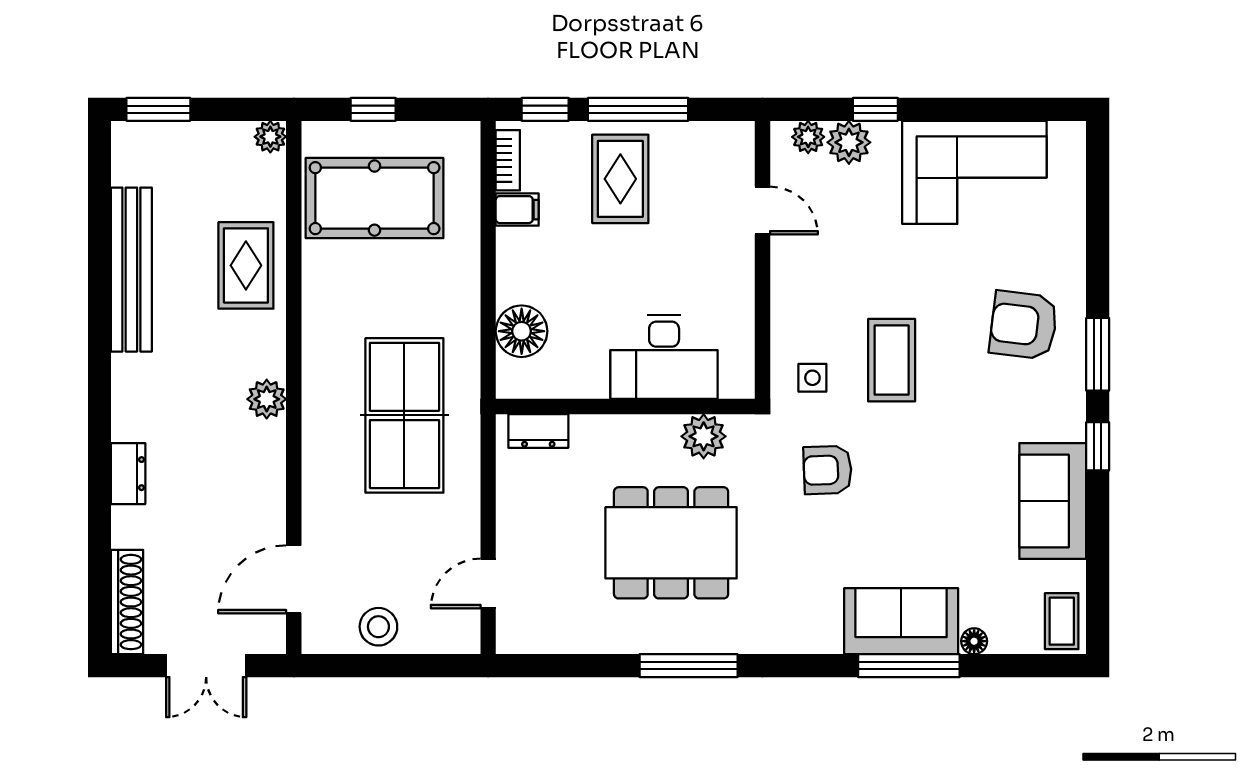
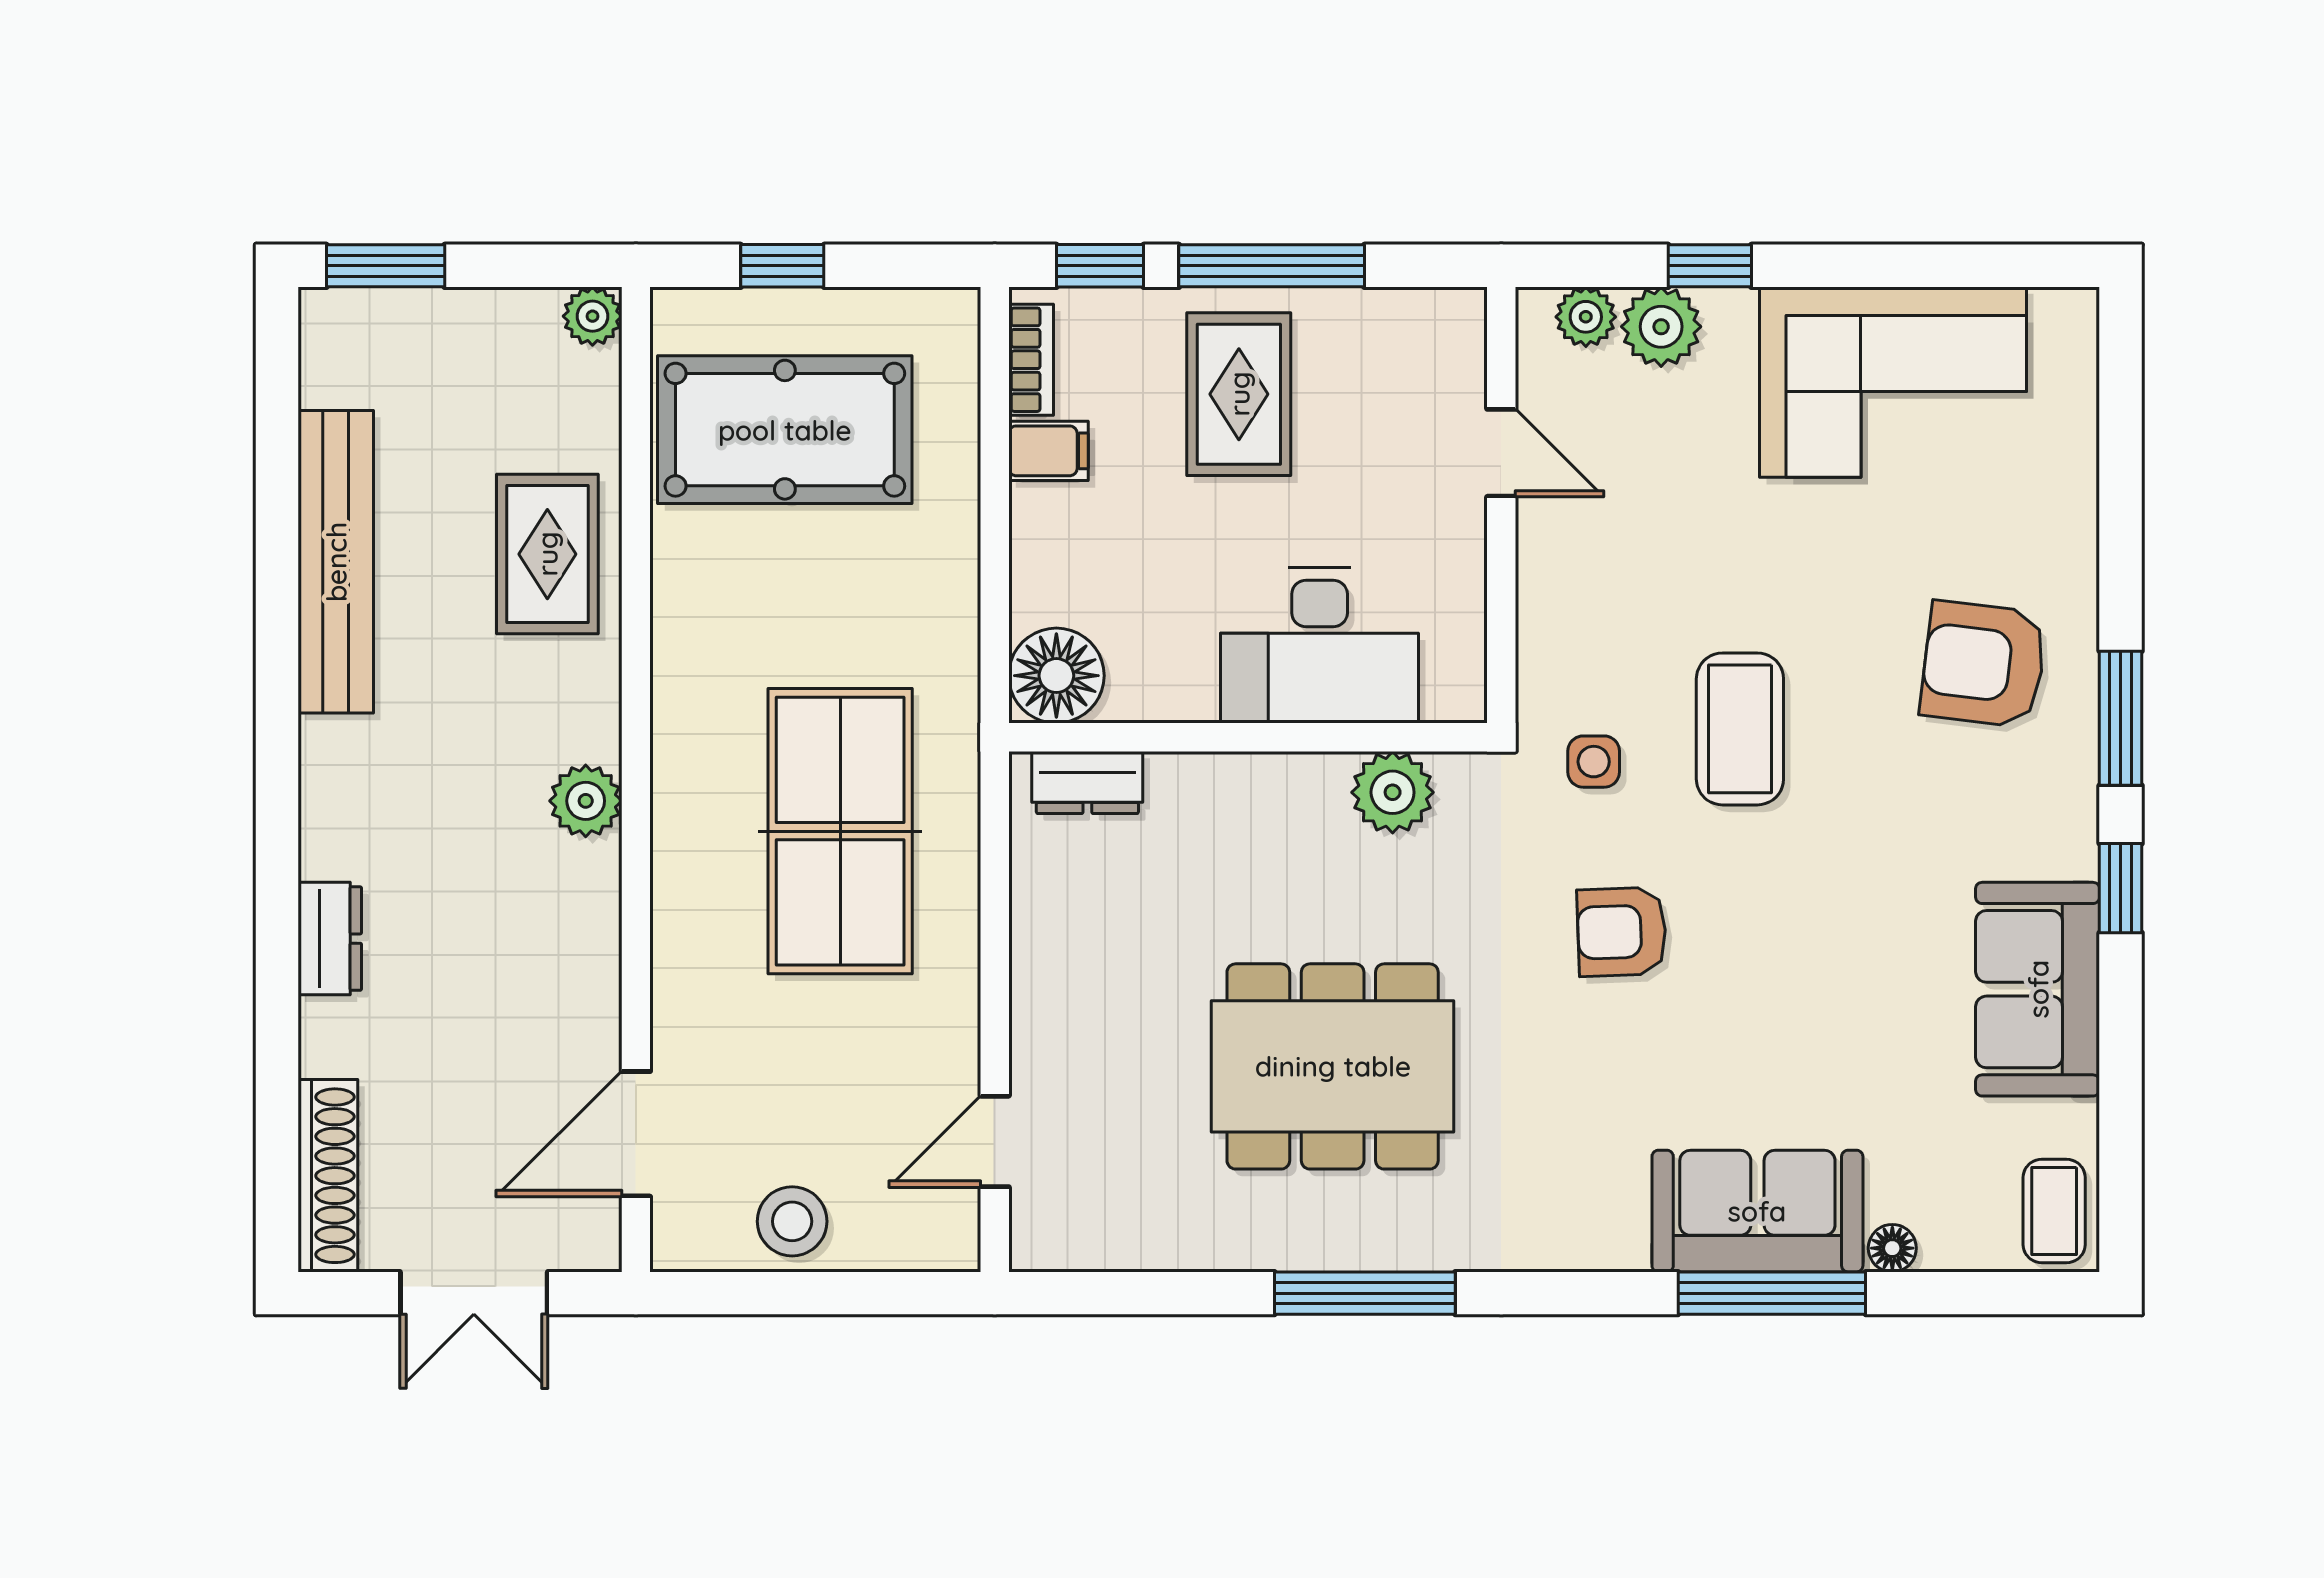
desk: (664, 357) -> (1320, 645), moved
wall: (625, 407) -> (1248, 737), moved
dresser: (538, 431) -> (1087, 782), moved
plant: (704, 436) -> (1393, 792), moved

